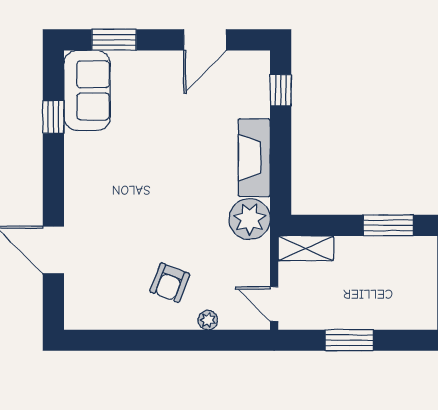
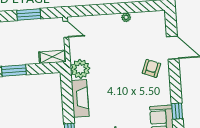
armchair: (170, 283) -> (151, 68), moved
plant: (208, 320) -> (126, 17), moved

